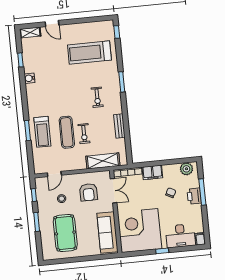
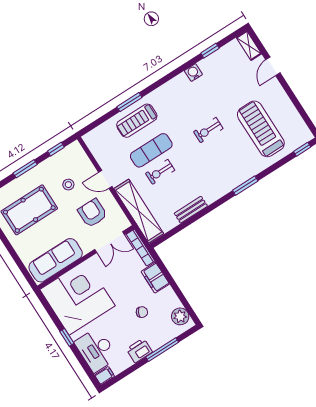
exercise bike: (97, 97) -> (208, 130), moved
shelving: (103, 161) -> (139, 211), width x1.47
door: (54, 174) -> (105, 179), moved
armchair: (89, 192) -> (92, 213), turned 90
printer: (194, 196) -> (139, 351), moved

